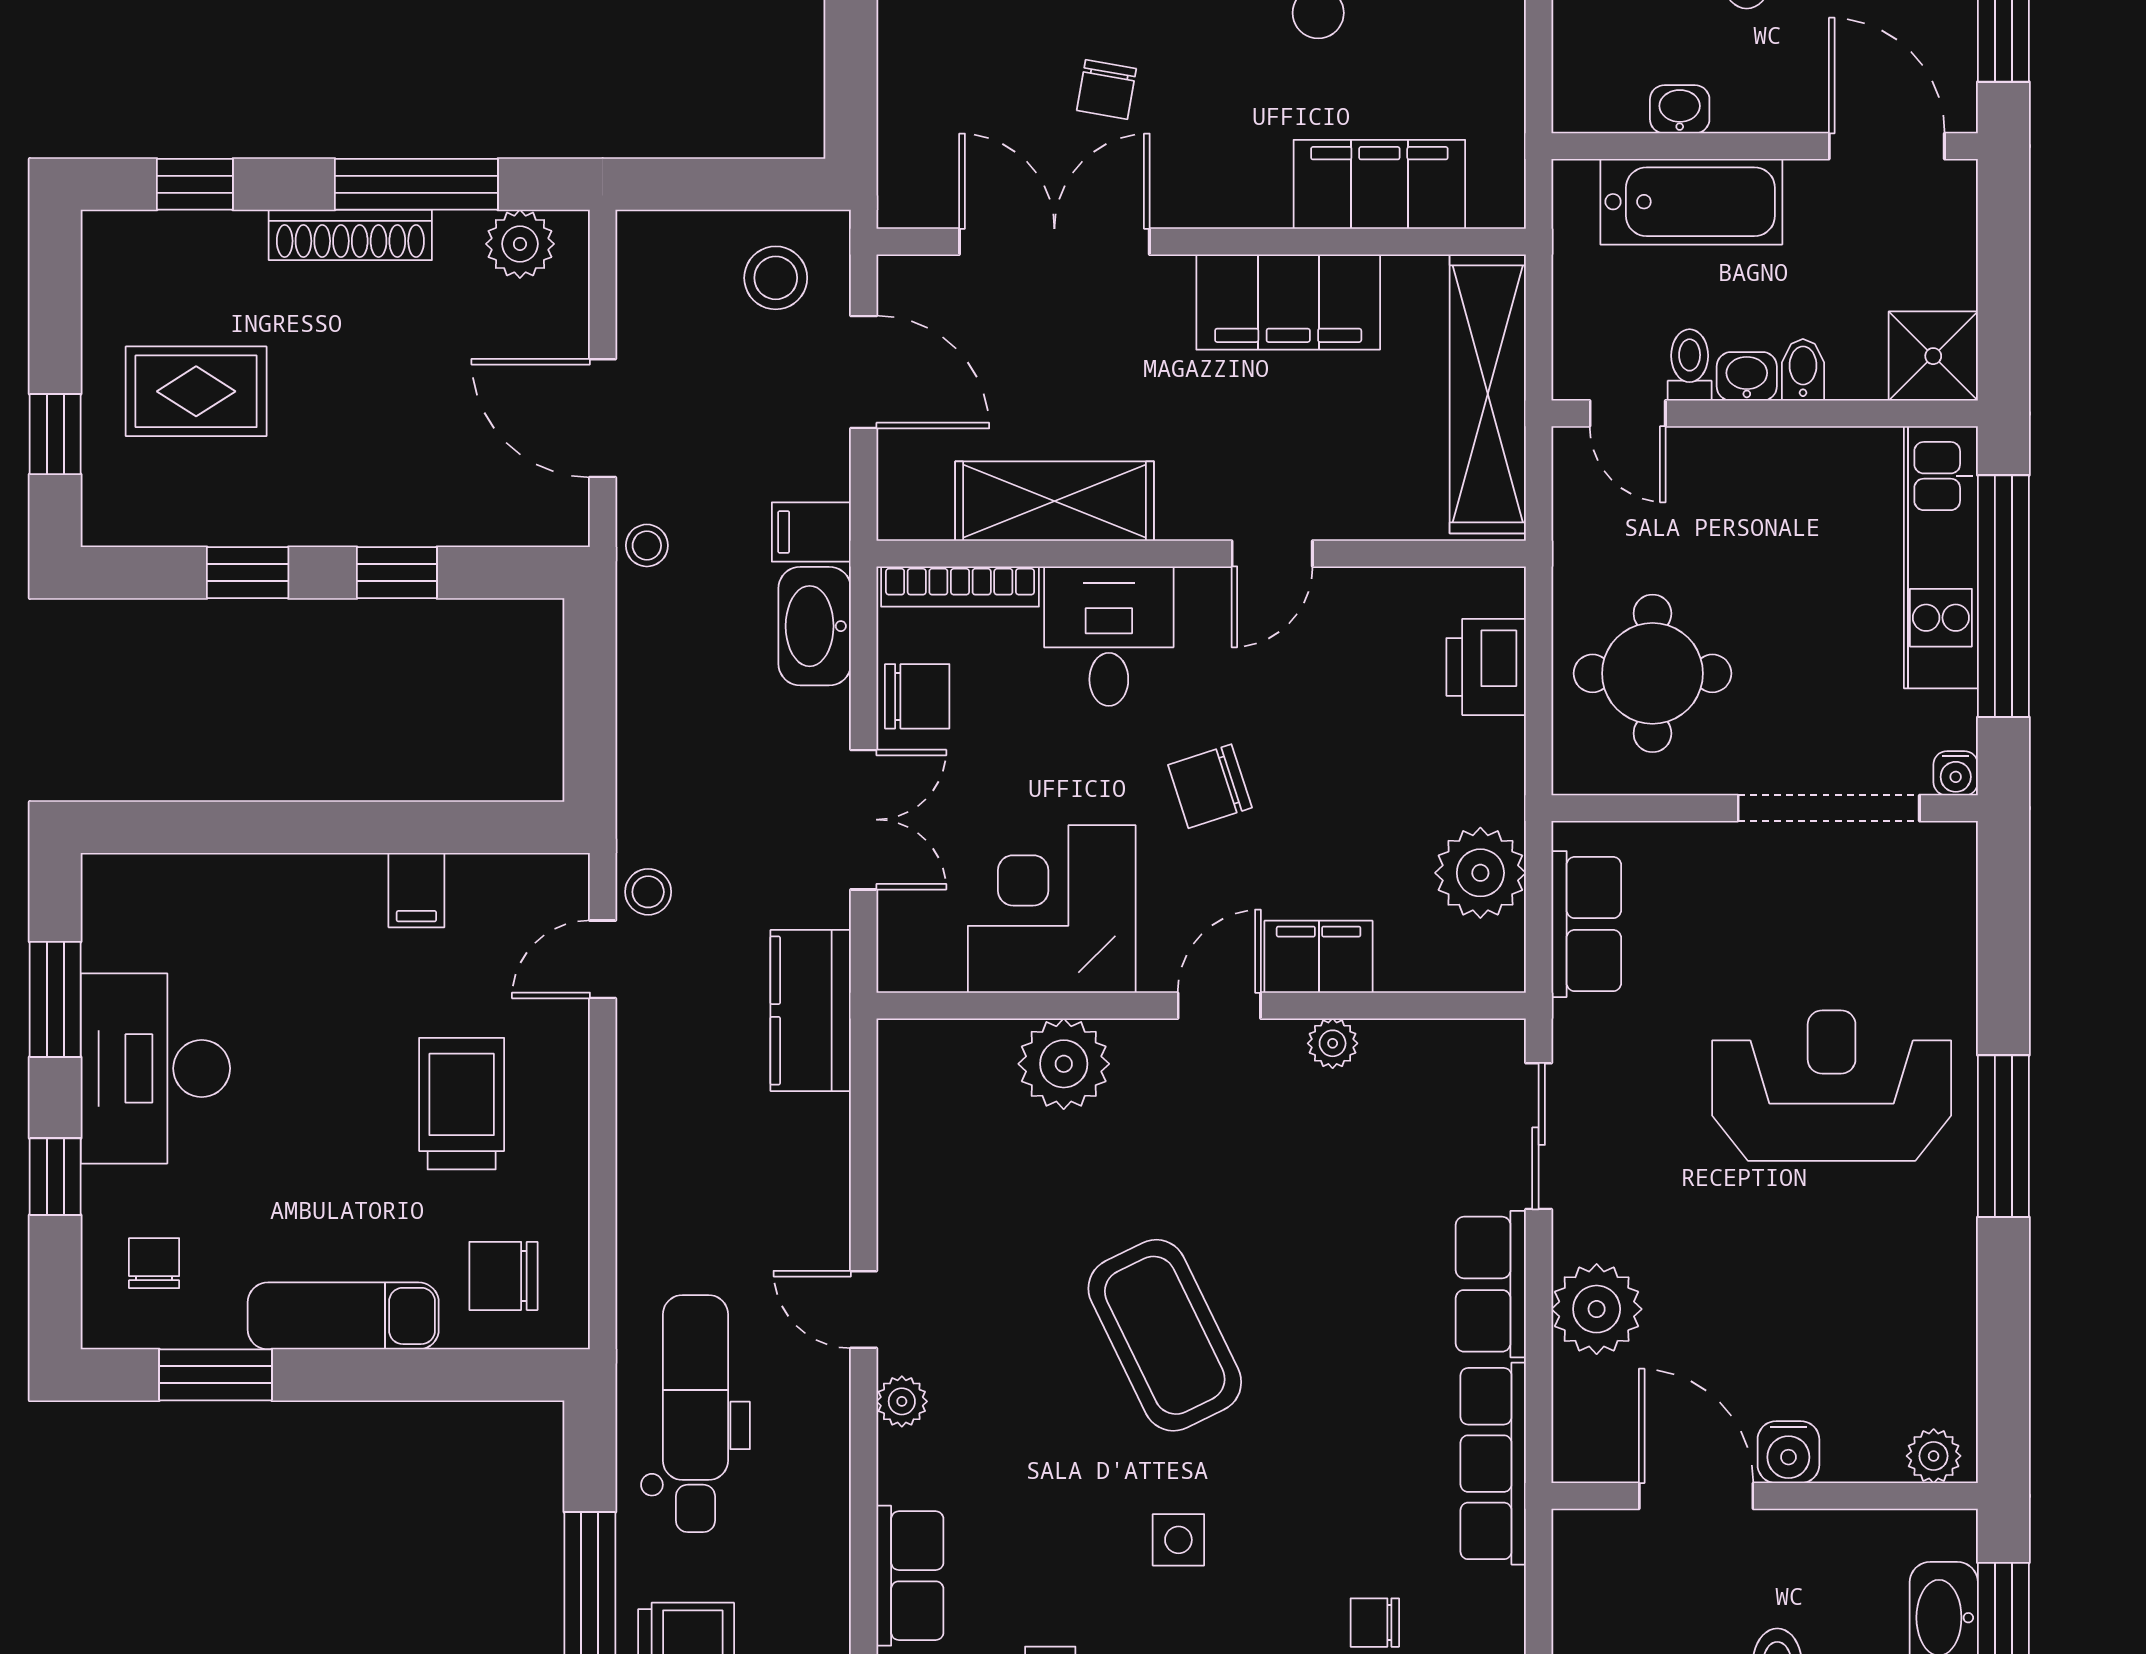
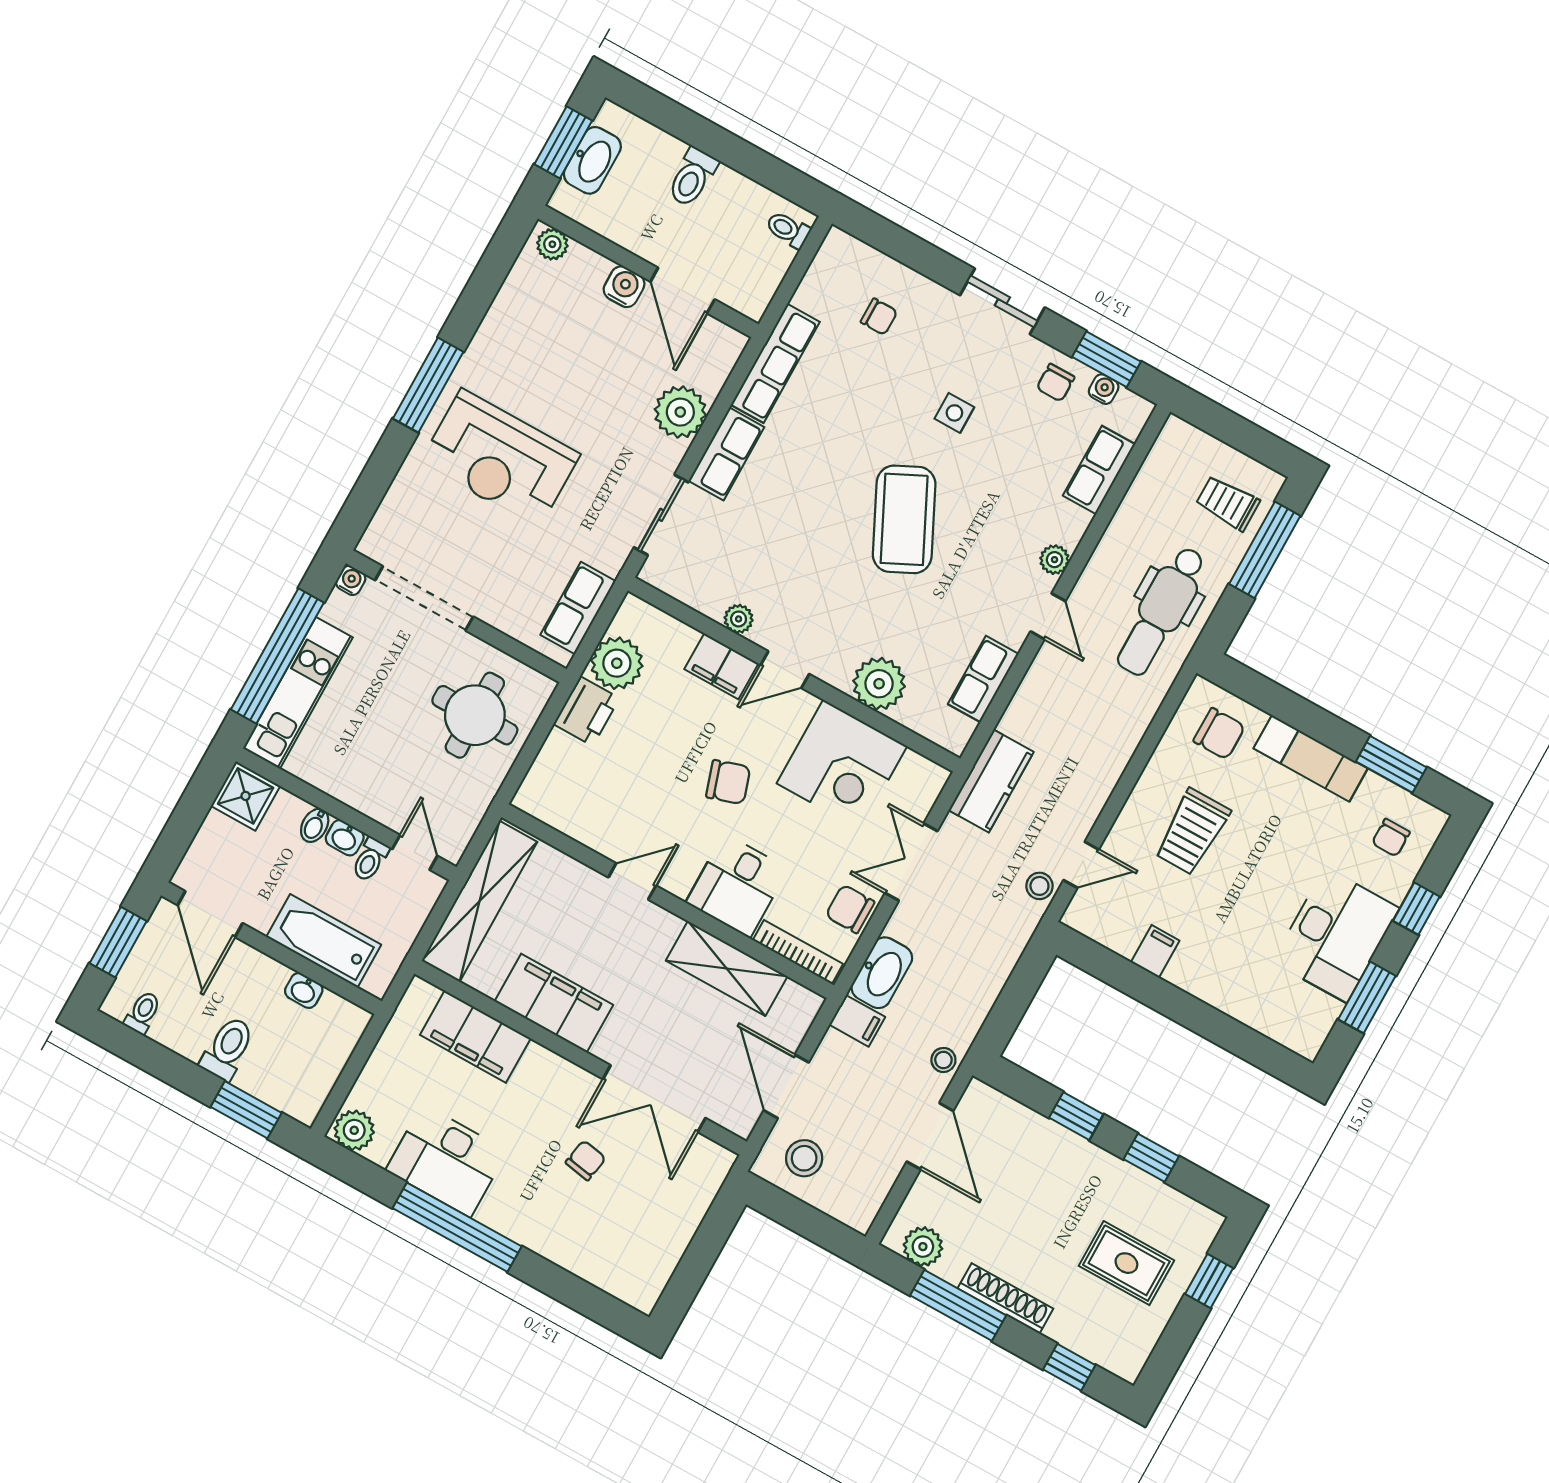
printer: (1486, 667) -> (586, 711), moved
row of seats: (909, 1159) -> (983, 679), added

